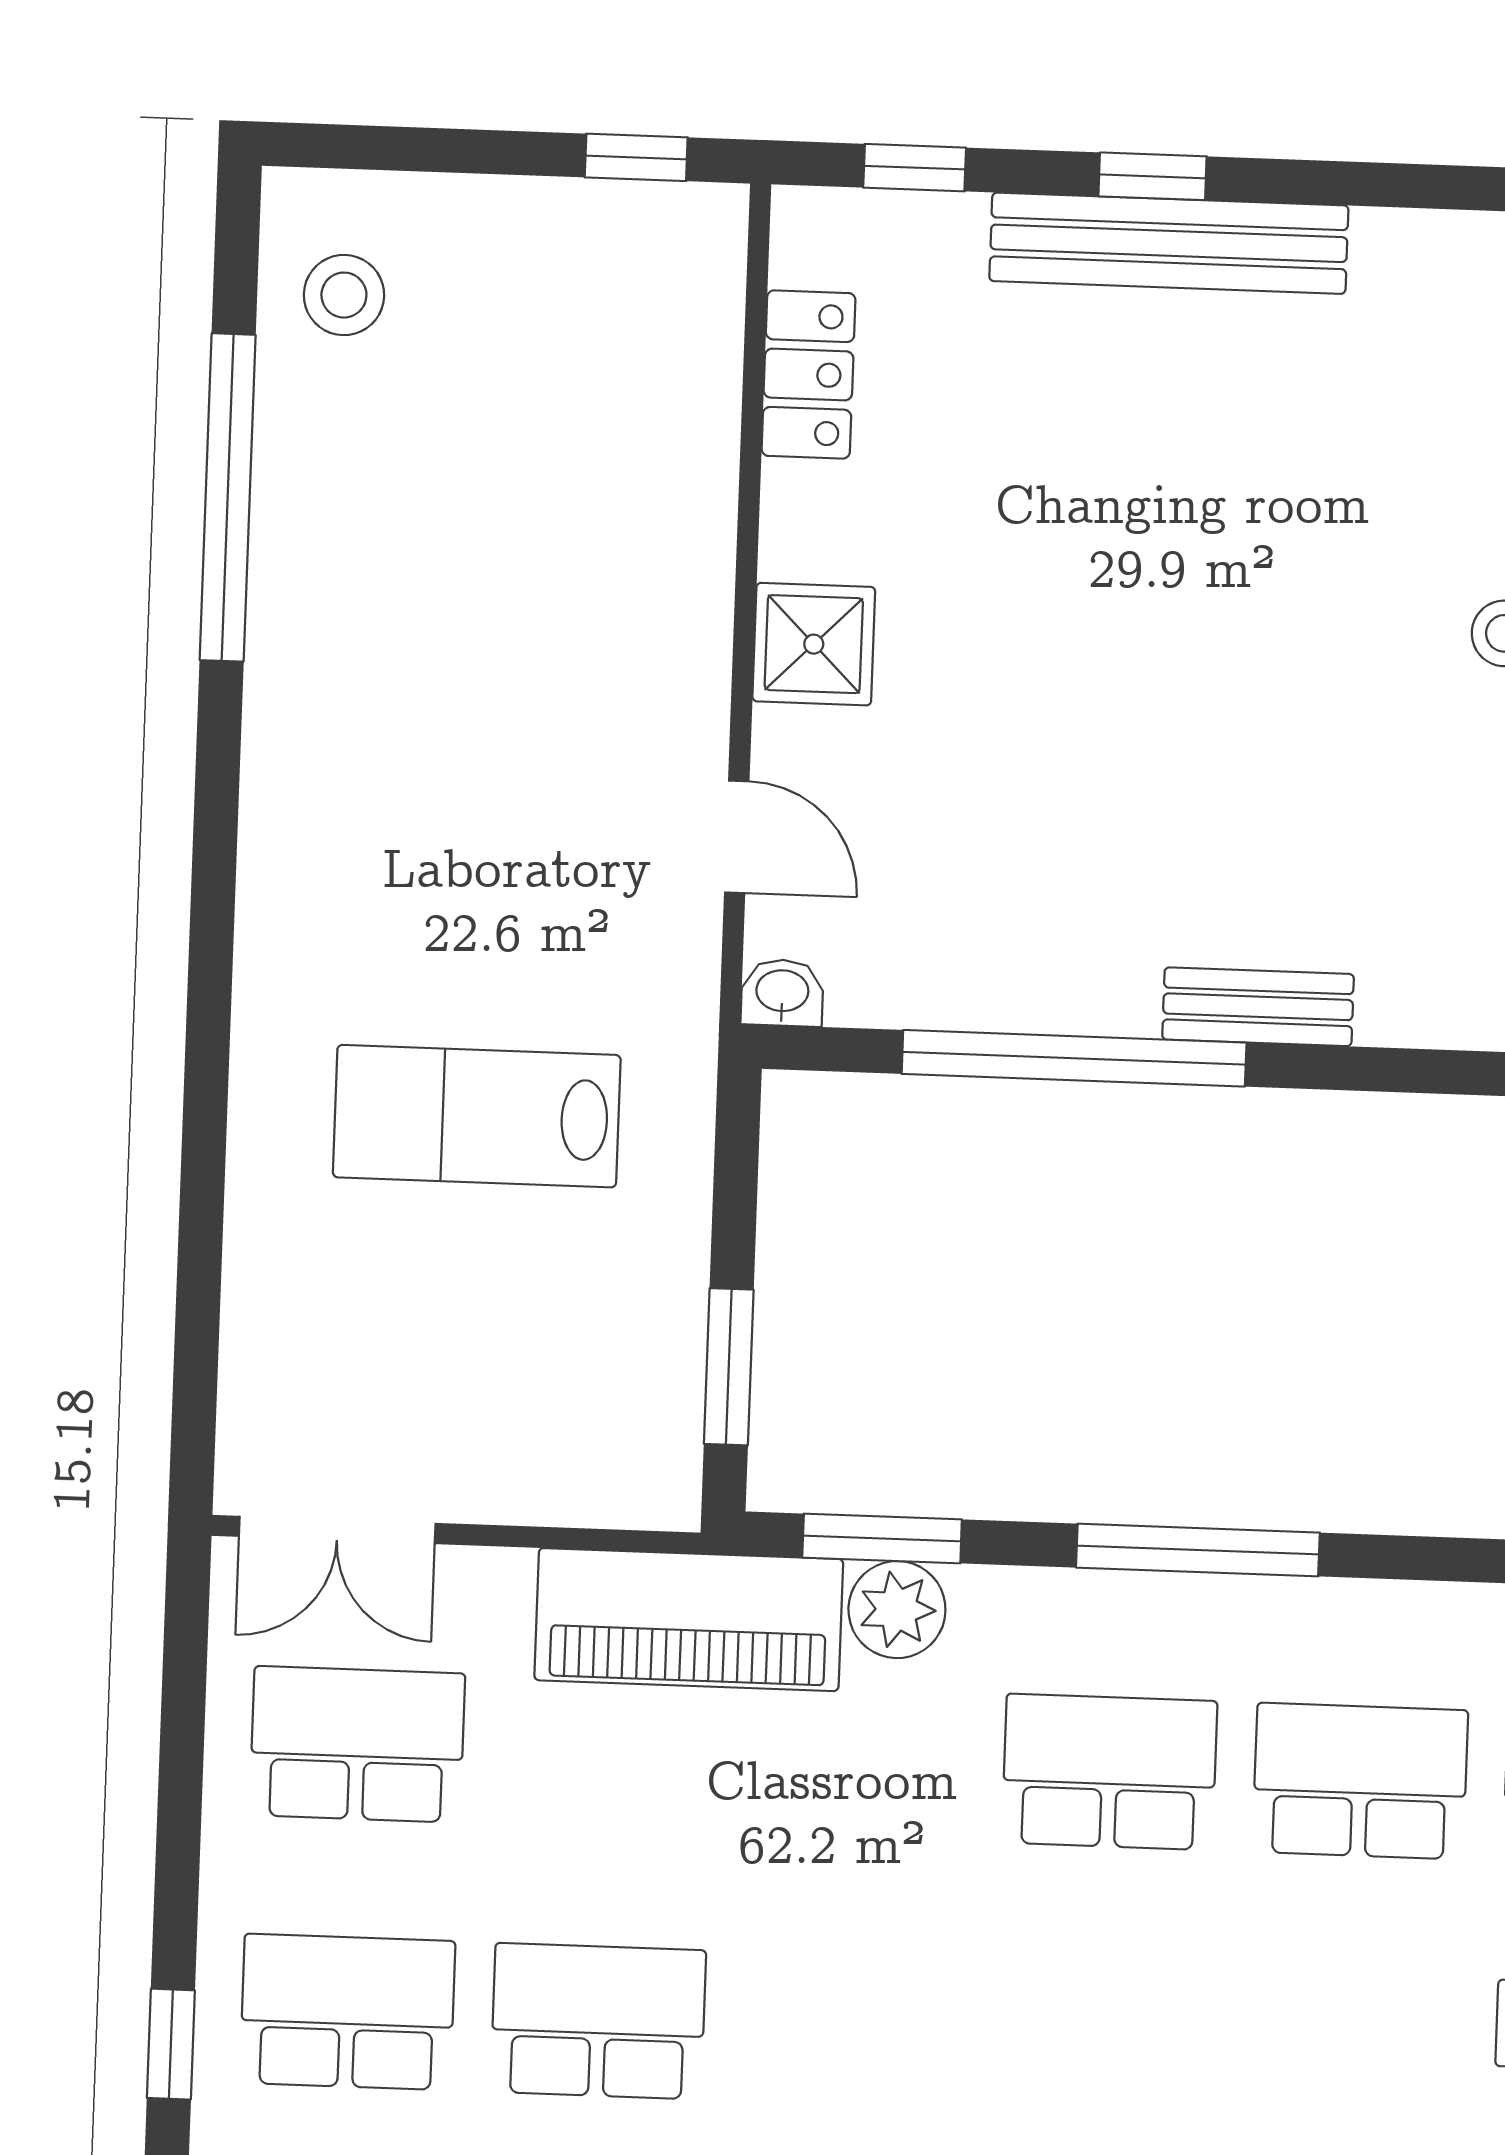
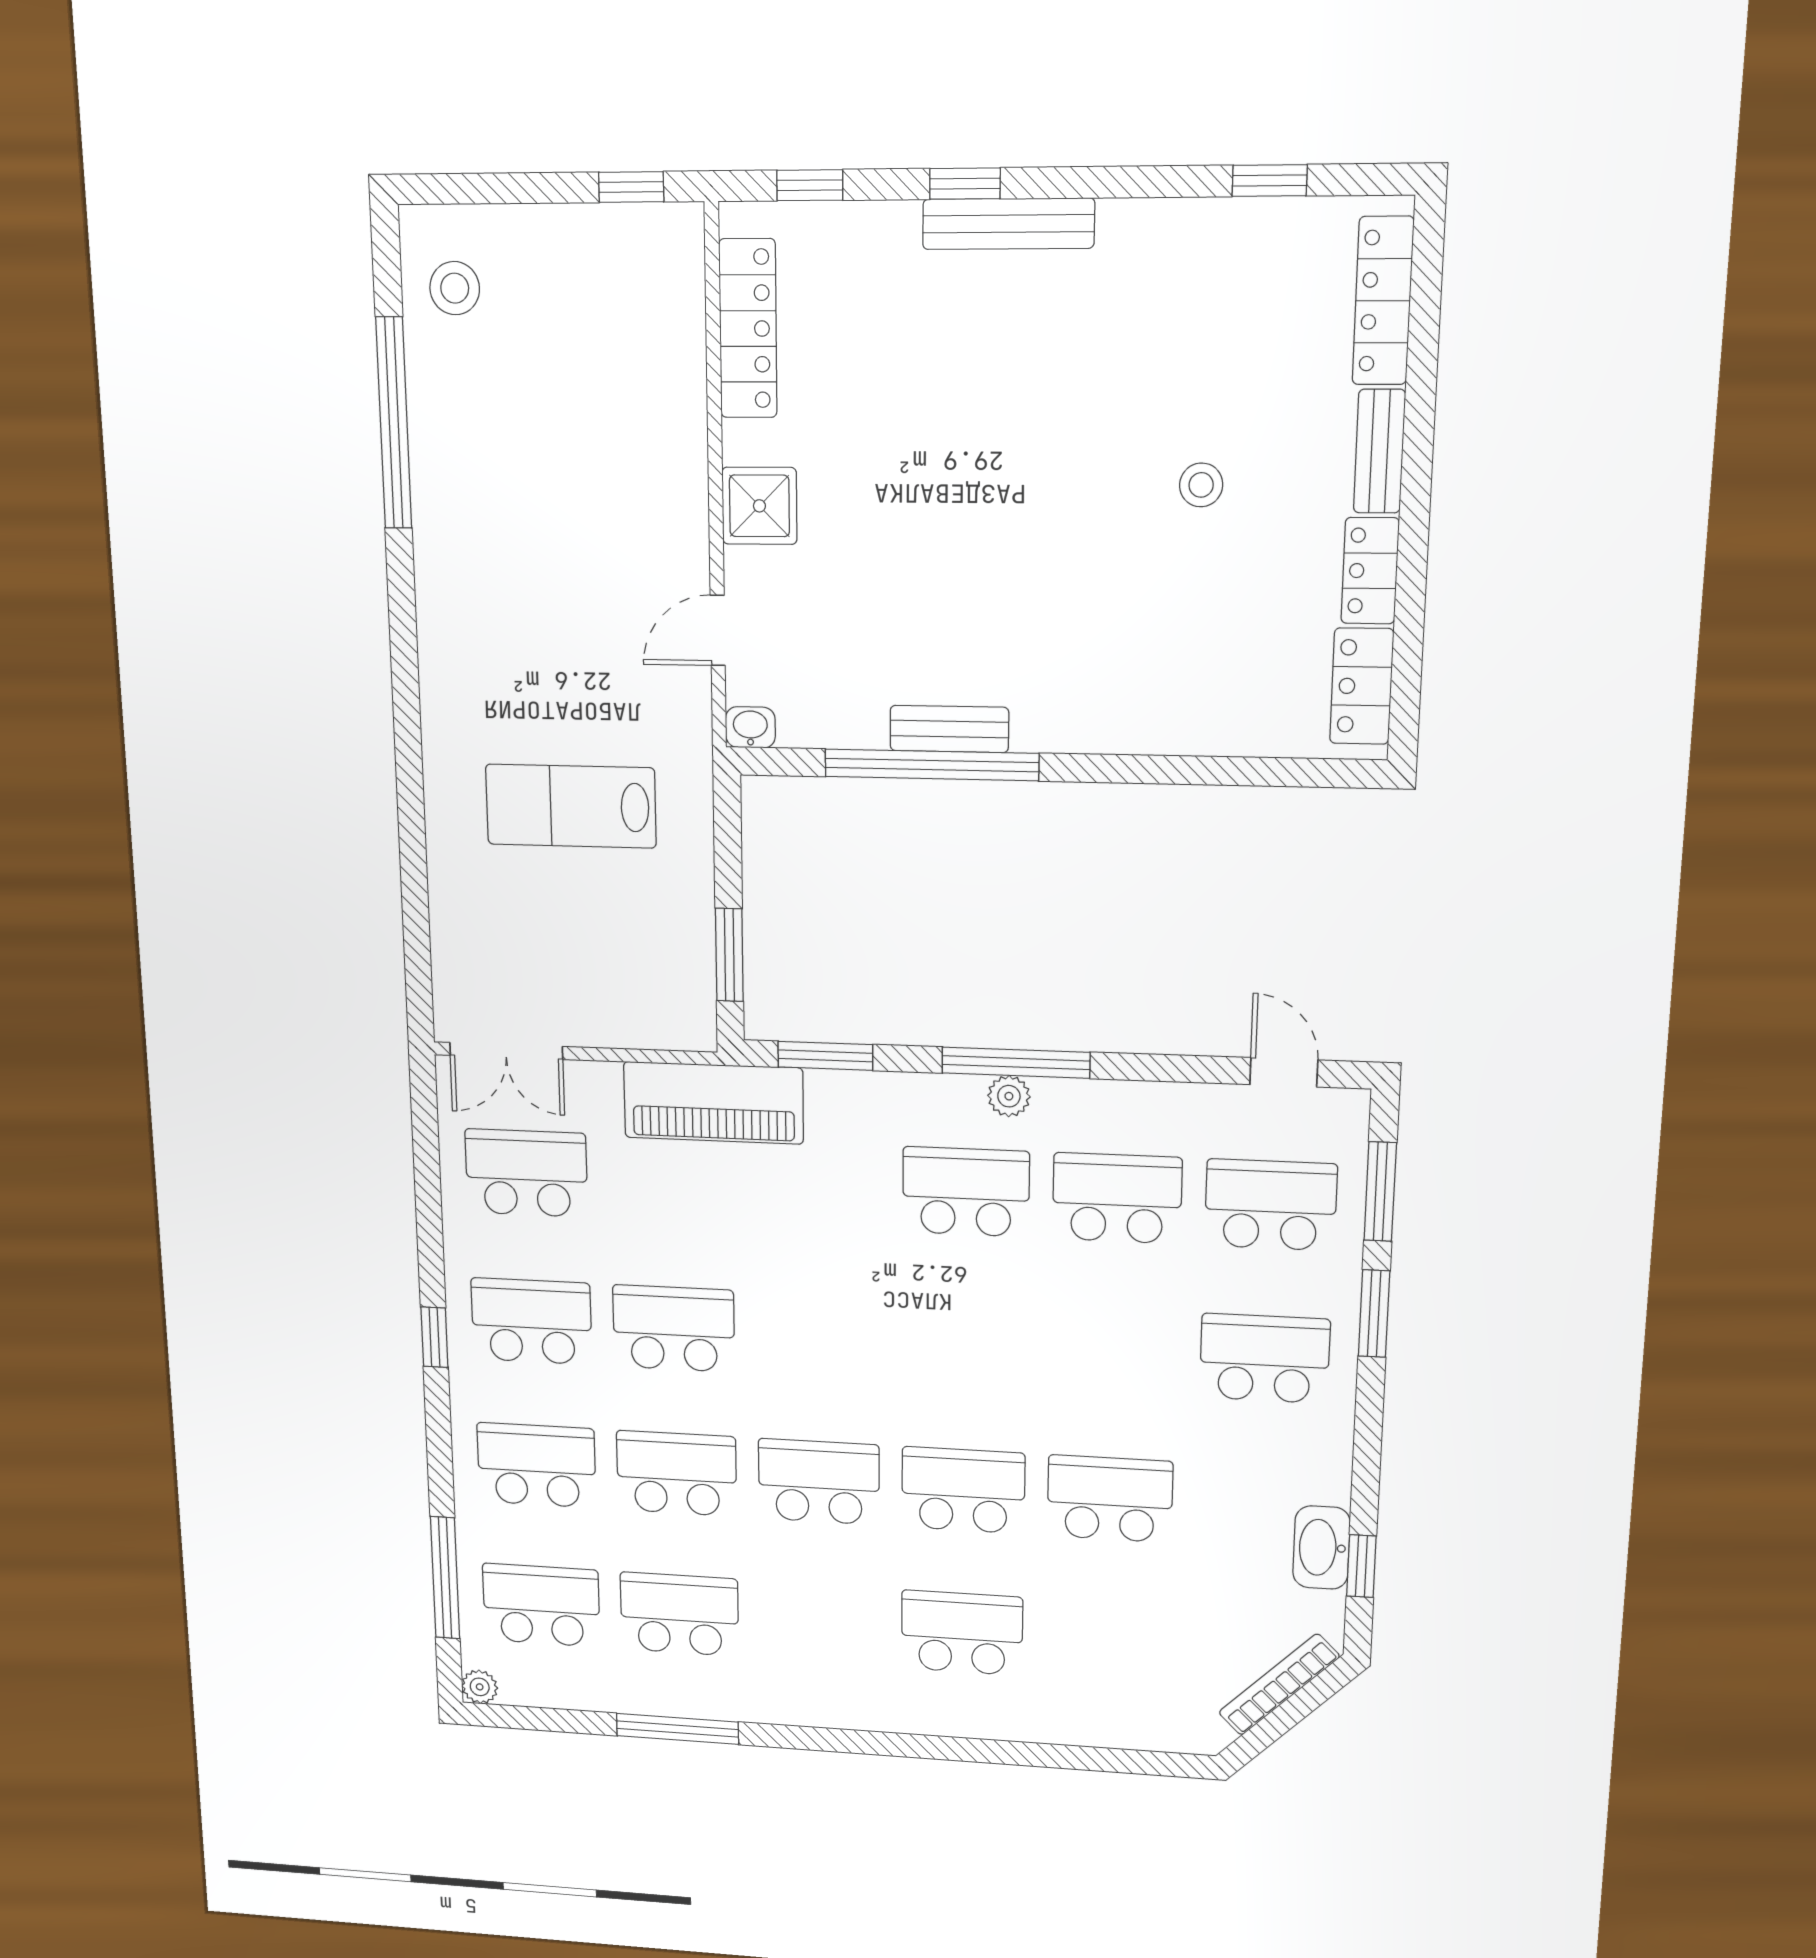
bench: (1169, 243) -> (1008, 224), width x0.73, depth x0.82
locker: (809, 374) -> (748, 329), width x1.53
door: (737, 837) -> (718, 630), swing flipped
bench: (1258, 1007) -> (949, 729), moved
plant: (897, 1610) -> (1009, 1096), moved, width x0.73, depth x0.73

